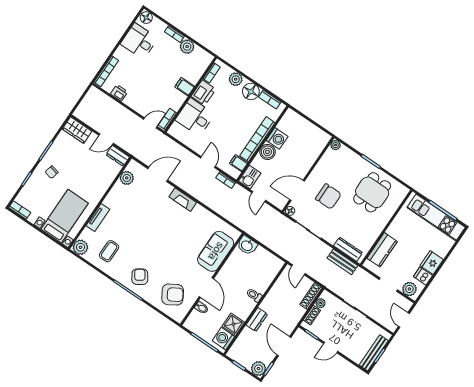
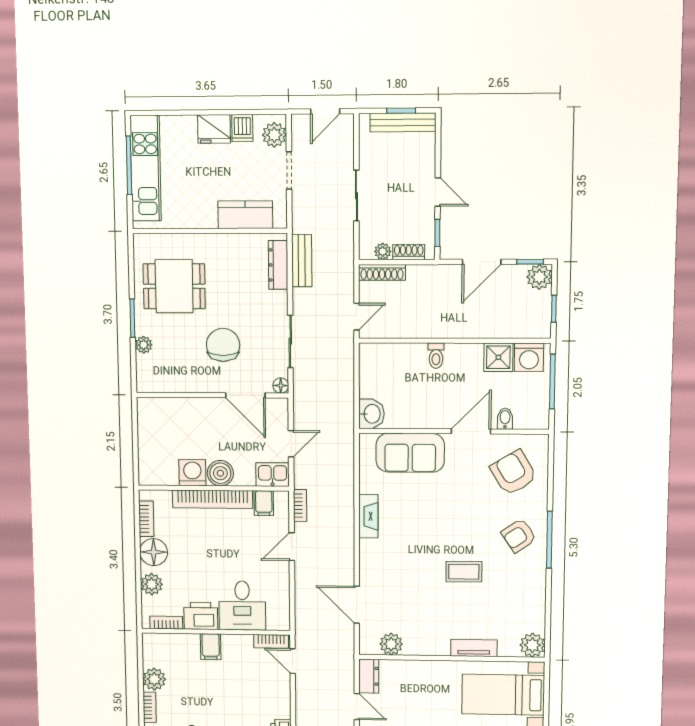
plant: (336, 145) -> (144, 345), moved
fireplace: (183, 200) -> (368, 516), moved
coffee table: (109, 251) -> (464, 572), moved
dresser: (257, 320) -> (469, 328), removed

